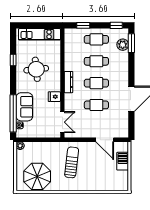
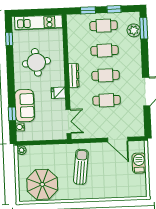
window: (116, 25) -> (114, 9), moved
window: (13, 60) -> (9, 39), moved
window: (13, 113) -> (12, 114), width x0.32

